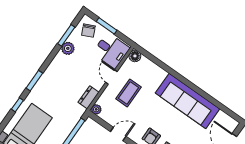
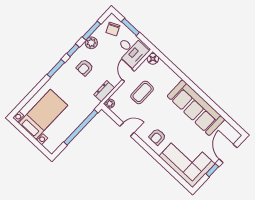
armchair: (65, 75) -> (85, 68), added
window: (17, 105) -> (73, 50), moved

